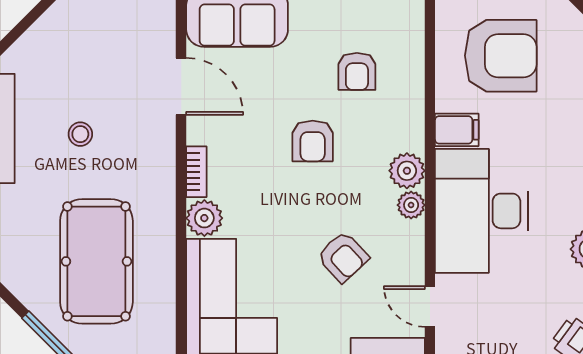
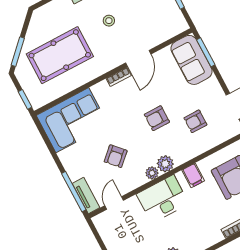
door: (181, 86) -> (138, 58), moved
desk: (481, 211) -> (163, 199), width x0.73, depth x0.77
plant: (204, 218) -> (101, 90), removed

